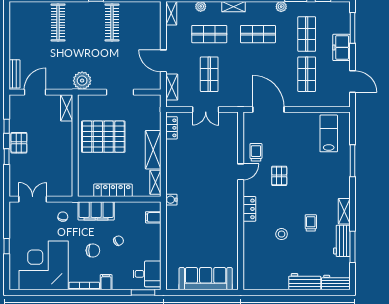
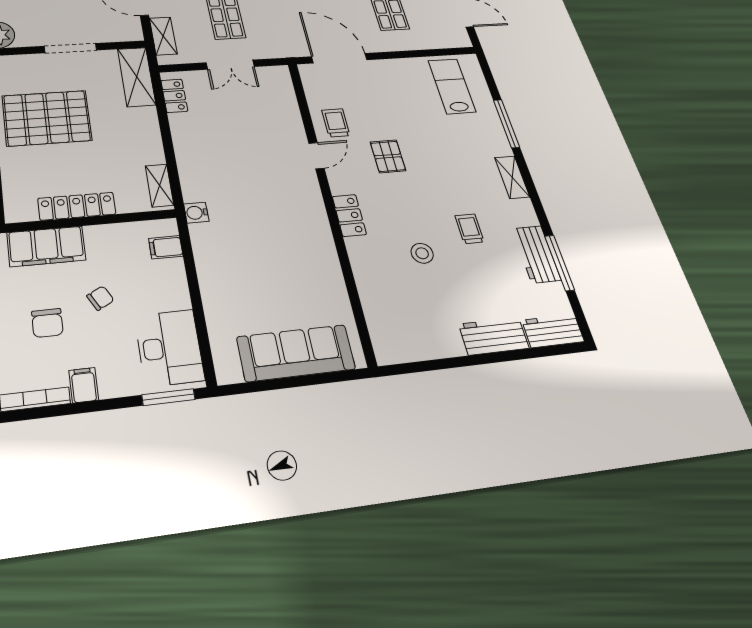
shelving: (153, 150) -> (137, 77), moved
shelving: (344, 211) -> (512, 177), moved
chair: (93, 250) -> (47, 323), turned 90
desk: (147, 274) -> (169, 348), width x1.37

